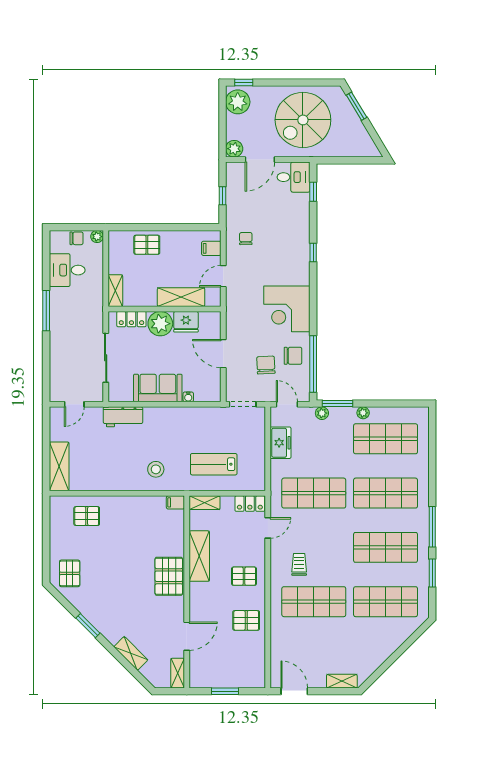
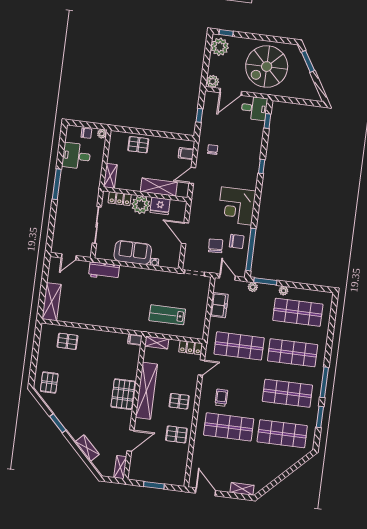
stool: (156, 469) -> (123, 313), removed
shelving: (199, 556) -> (146, 391), width x1.47

